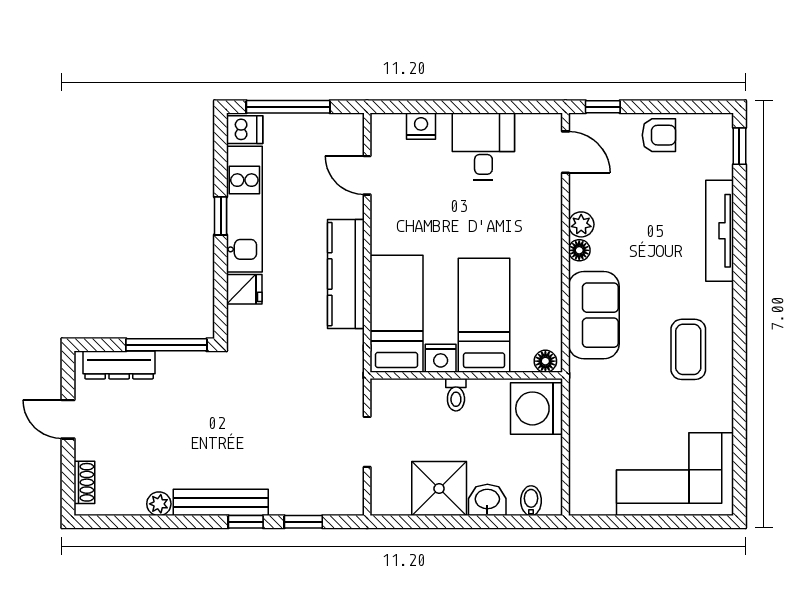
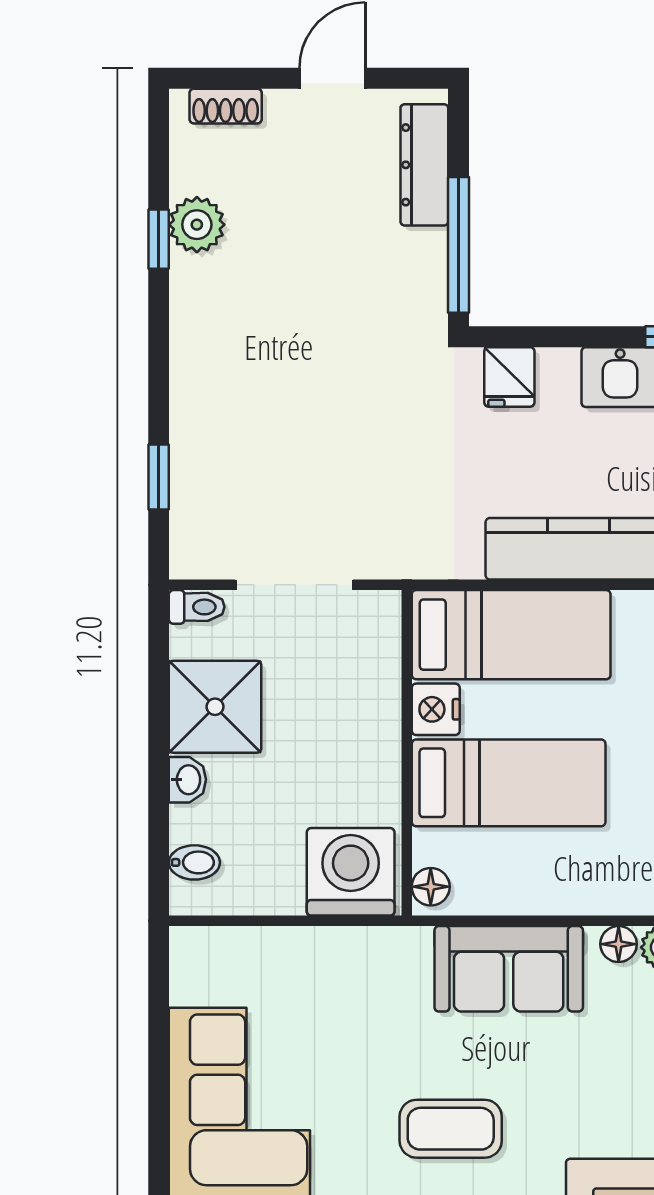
fridge: (244, 289) -> (509, 377), moved
toilet: (456, 395) -> (197, 607), moved, turned 180
doorway: (367, 442) -> (294, 585), width x1.38
washbasin: (487, 500) -> (187, 780), width x0.72, depth x0.69
bench: (221, 502) -> (191, 337), removed
plant: (159, 504) -> (197, 225), width x1.38, depth x1.38
window: (246, 522) -> (159, 239), moved

